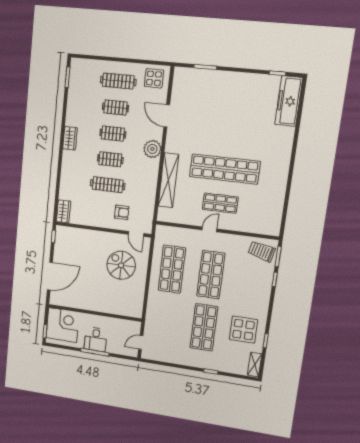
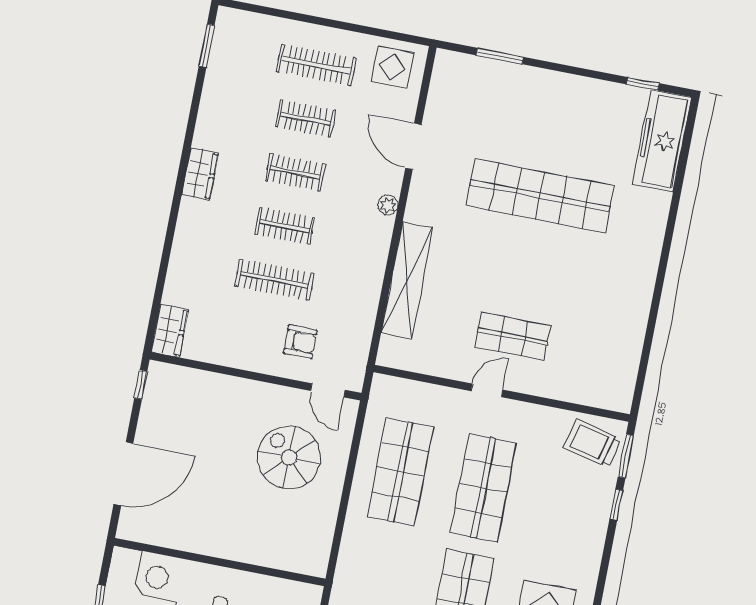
plant: (152, 149) -> (388, 205), width x0.53, depth x0.53
shop shelf: (225, 169) -> (540, 196), moved

